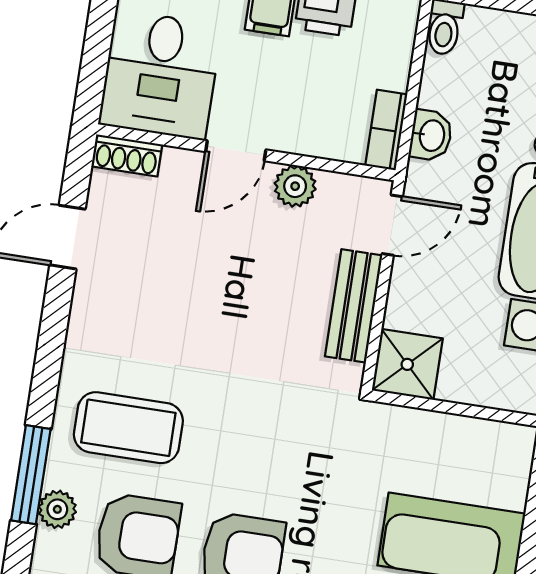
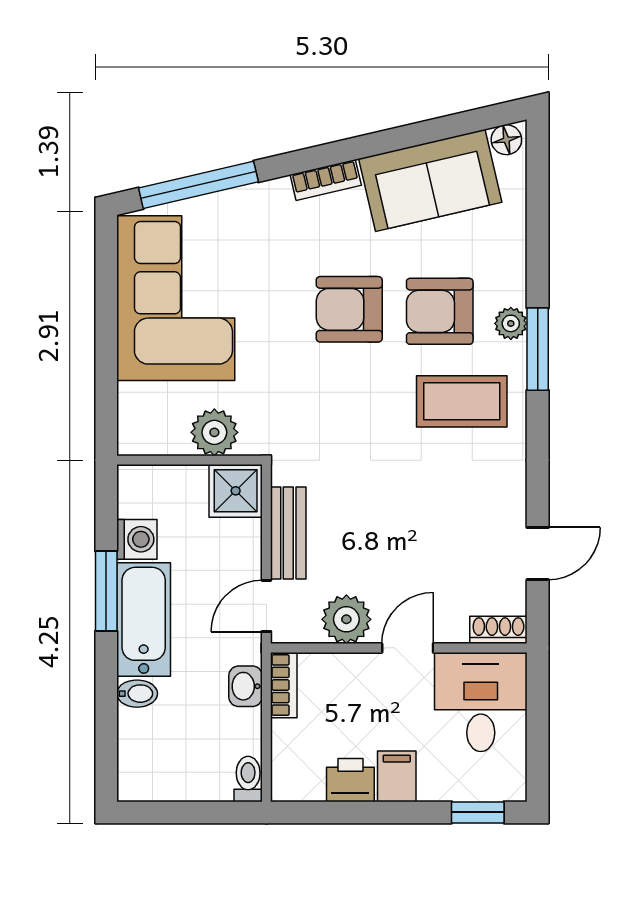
plant: (295, 186) -> (346, 619), width x1.38, depth x1.38
plant: (421, 436) -> (214, 432), added

